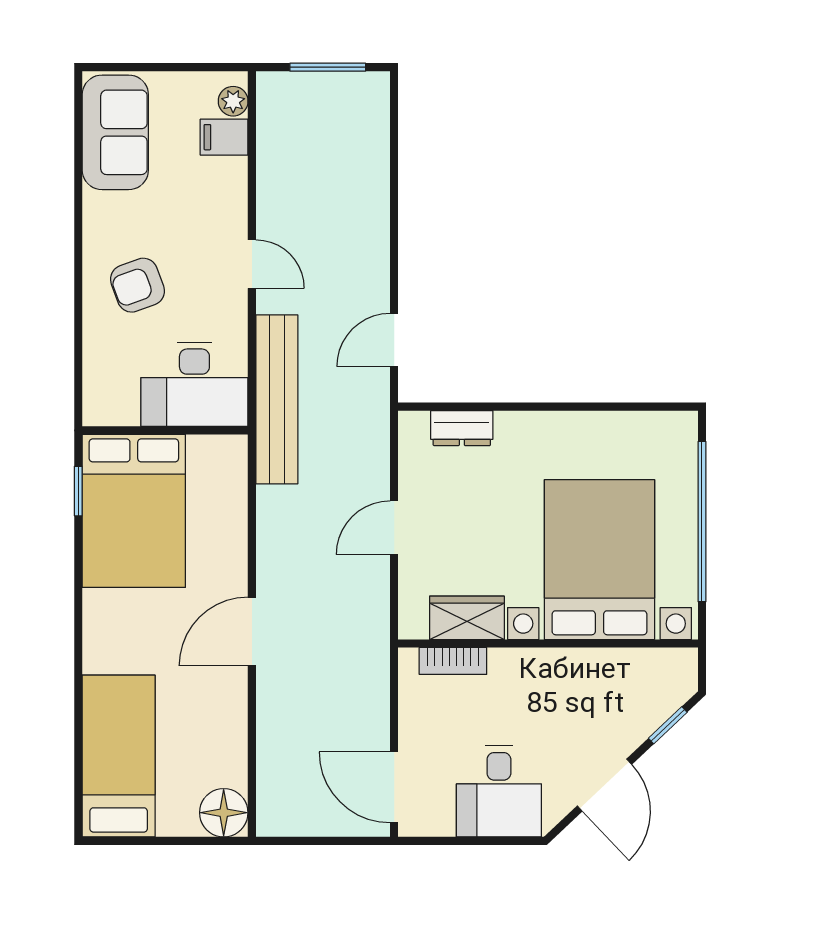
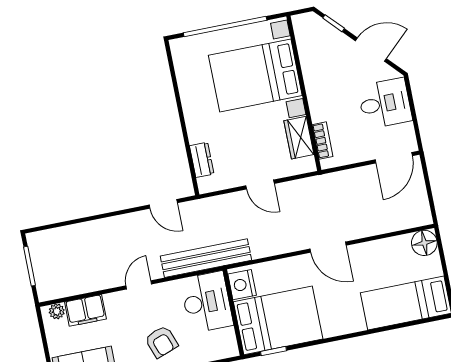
filing cabinet: (224, 137) -> (85, 310), width x2.00
nightstand: (214, 457) -> (242, 285), added

